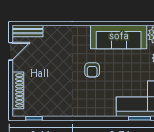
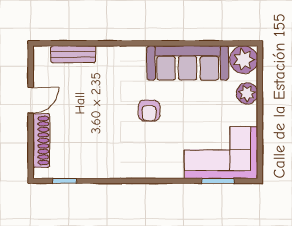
bench: (28, 31) -> (73, 54), moved
door: (11, 51) -> (31, 100), moved

